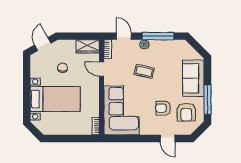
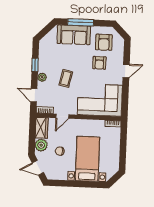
door: (124, 36) -> (34, 95), hinge flipped
window: (158, 36) -> (35, 65), width x0.46
plant: (68, 47) -> (41, 145), added
window: (208, 100) -> (81, 22), moved
armchair: (186, 112) -> (104, 42), turned 90
door: (168, 138) -> (126, 71), moved

